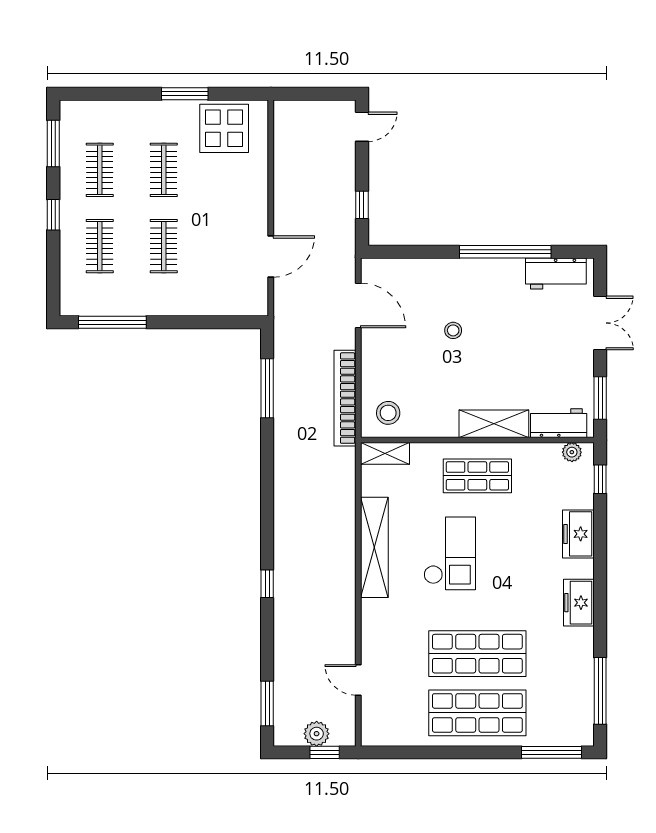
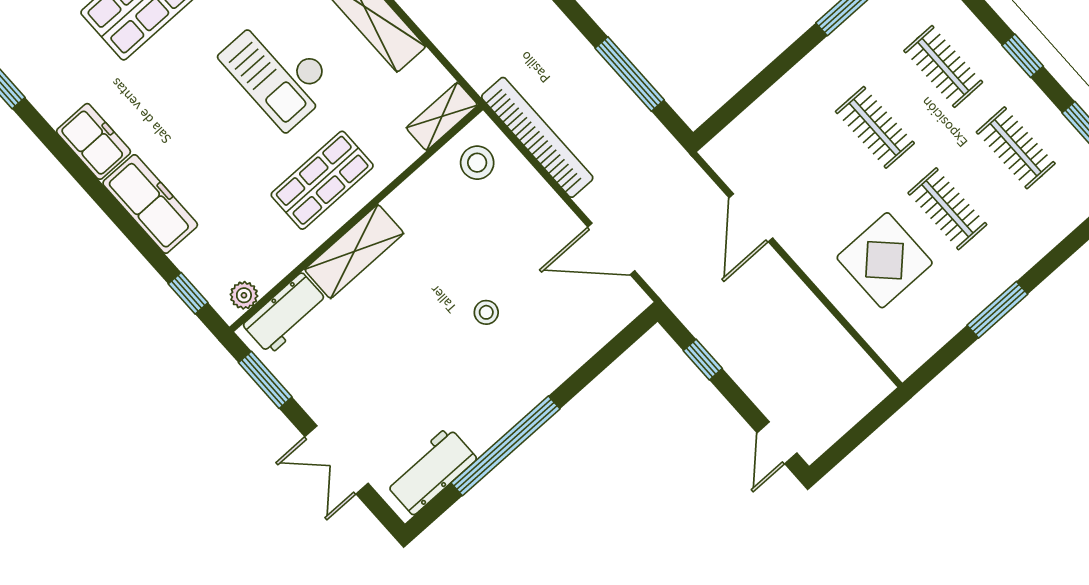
display table: (224, 128) -> (885, 260), moved
freezer: (578, 534) -> (150, 204), width x1.40

